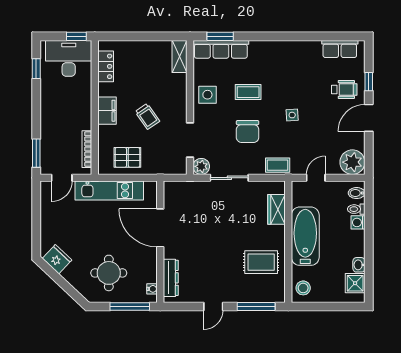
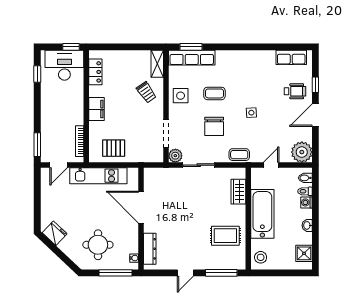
trolley: (147, 116) -> (146, 92), moved
washbasin: (359, 265) -> (307, 225), moved

